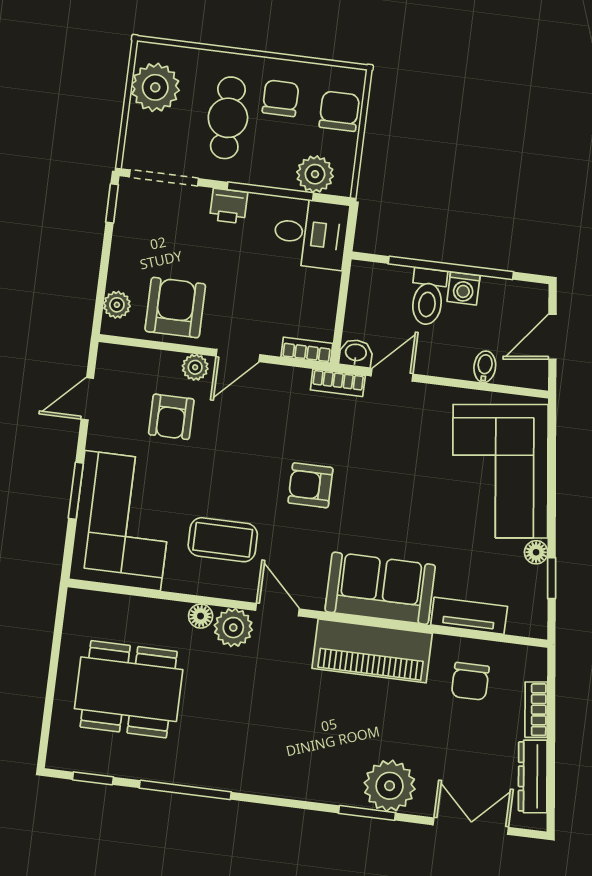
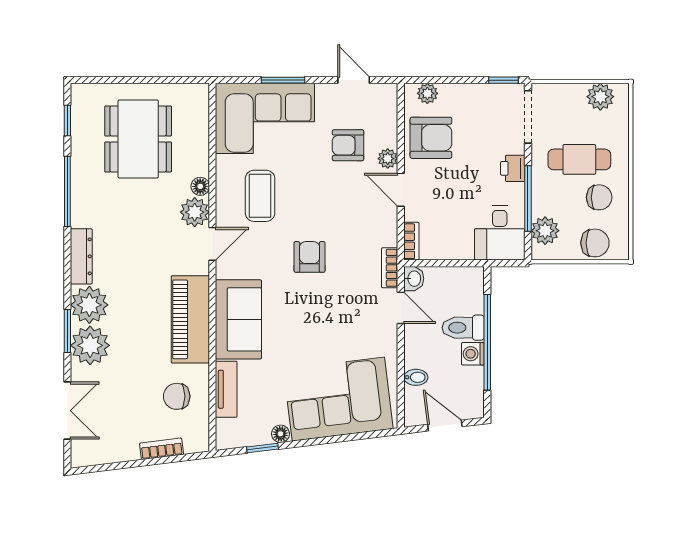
plant: (155, 87) -> (600, 97), width x0.73, depth x0.73
dresser: (533, 776) -> (81, 256), moved, turned 97
plant: (337, 780) -> (89, 305), added

